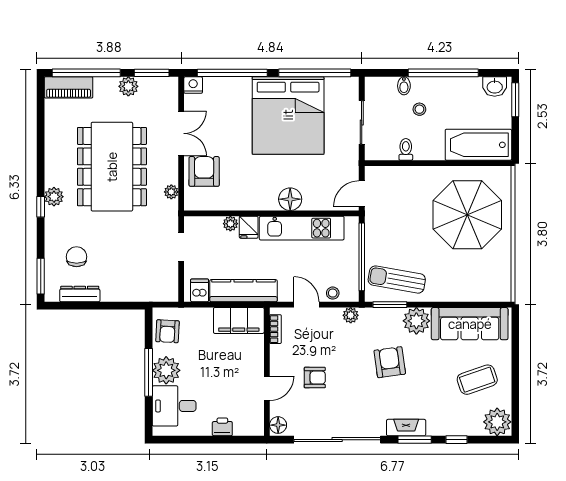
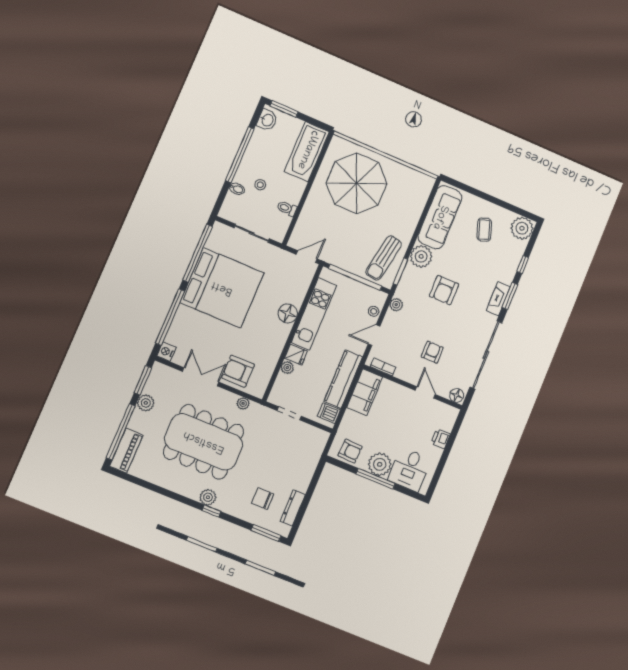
door: (362, 194) -> (307, 257), swing flipped
armchair: (390, 362) -> (444, 290), turned -82
coffee table: (477, 380) -> (484, 230), width x0.73, depth x0.77

